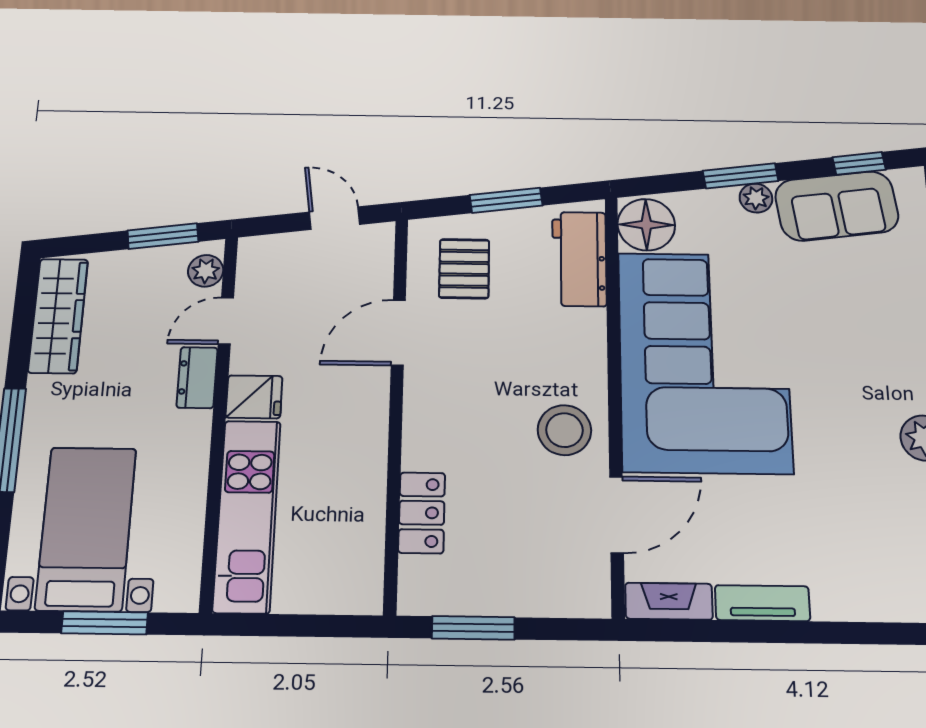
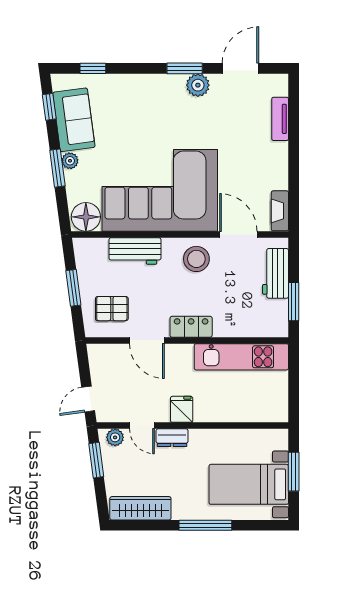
door: (335, 218) -> (88, 399), moved
workbench: (579, 259) -> (135, 251), moved
locker: (422, 513) -> (191, 327), moved
kitchen unit: (247, 516) -> (241, 357), moved, turned 180
workbench: (534, 590) -> (276, 273), added
tv unit: (762, 603) -> (280, 119), moved

